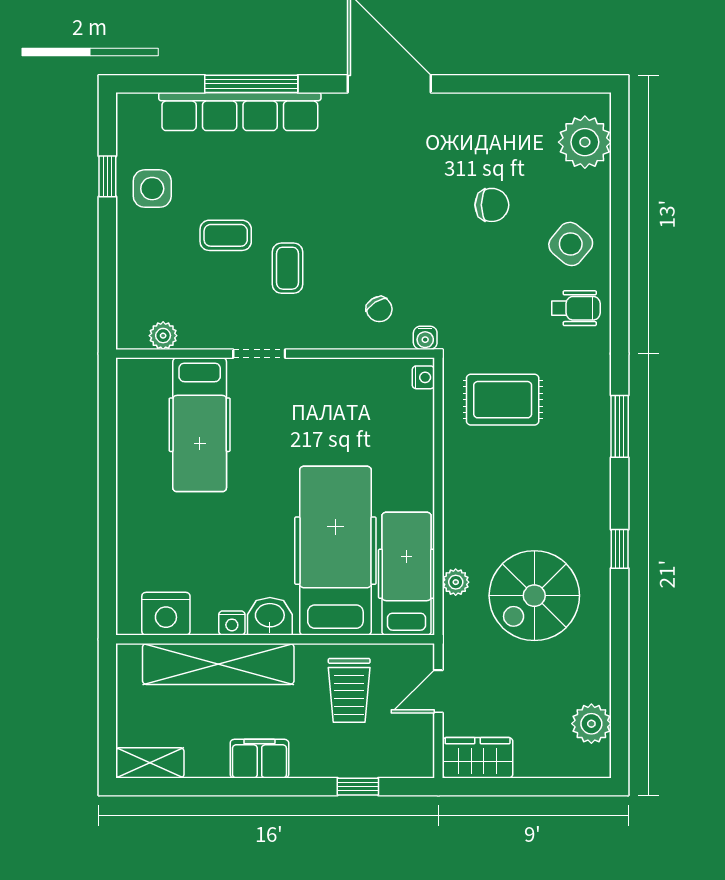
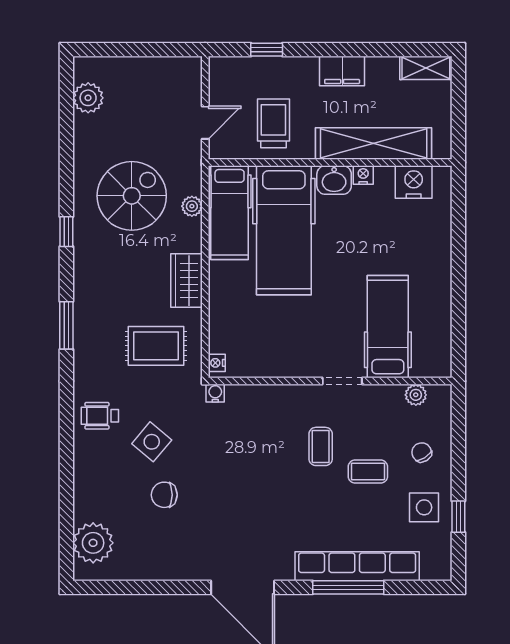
side table: (571, 244) -> (152, 442), moved
chair: (379, 309) -> (422, 452), moved
wardrobe: (478, 758) -> (186, 281), moved, turned 90

